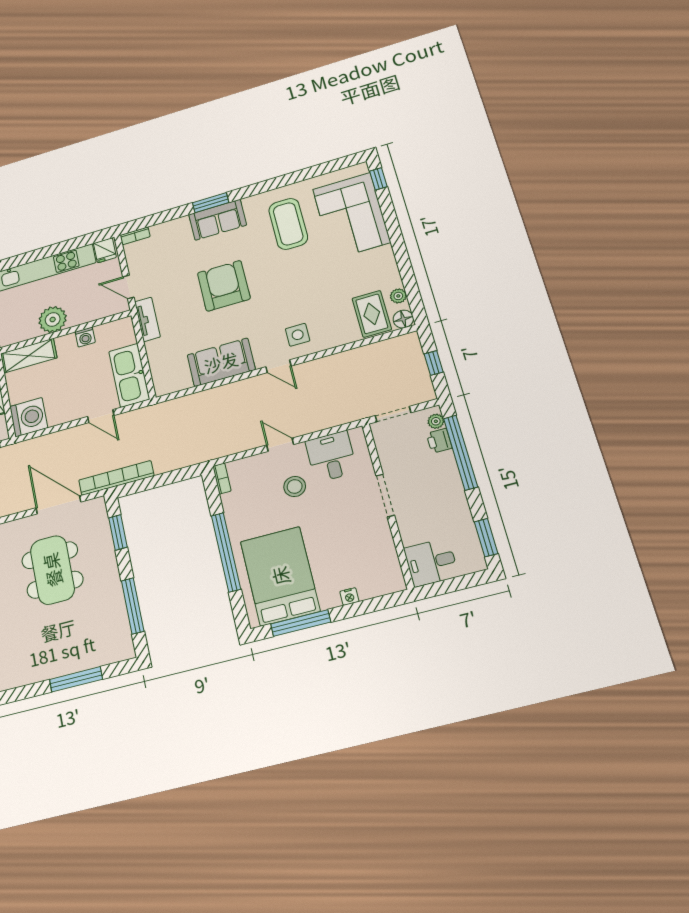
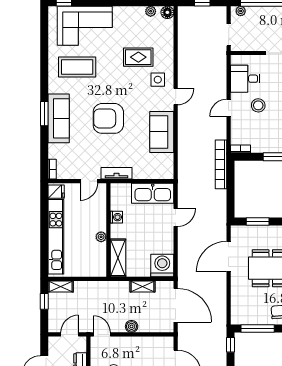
sofa: (218, 220) -> (59, 118), width x1.36
rug: (372, 314) -> (138, 57), moved
plant: (53, 319) -> (101, 237), width x0.53, depth x0.53
printer: (439, 441) -> (254, 12), removed
bookcase: (116, 478) -> (221, 164), moved

